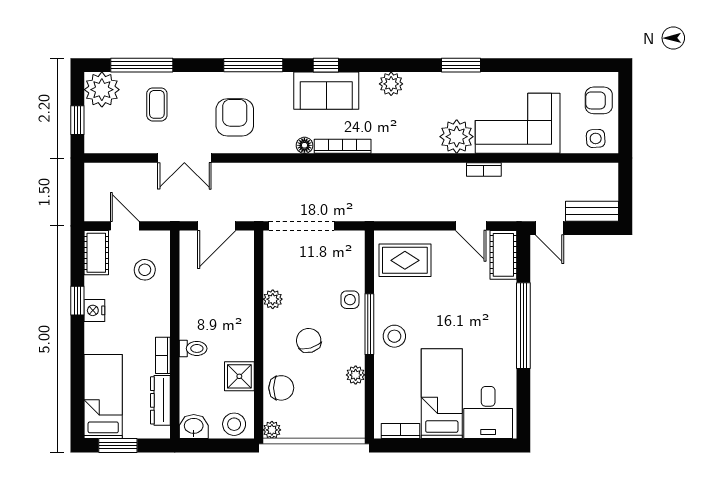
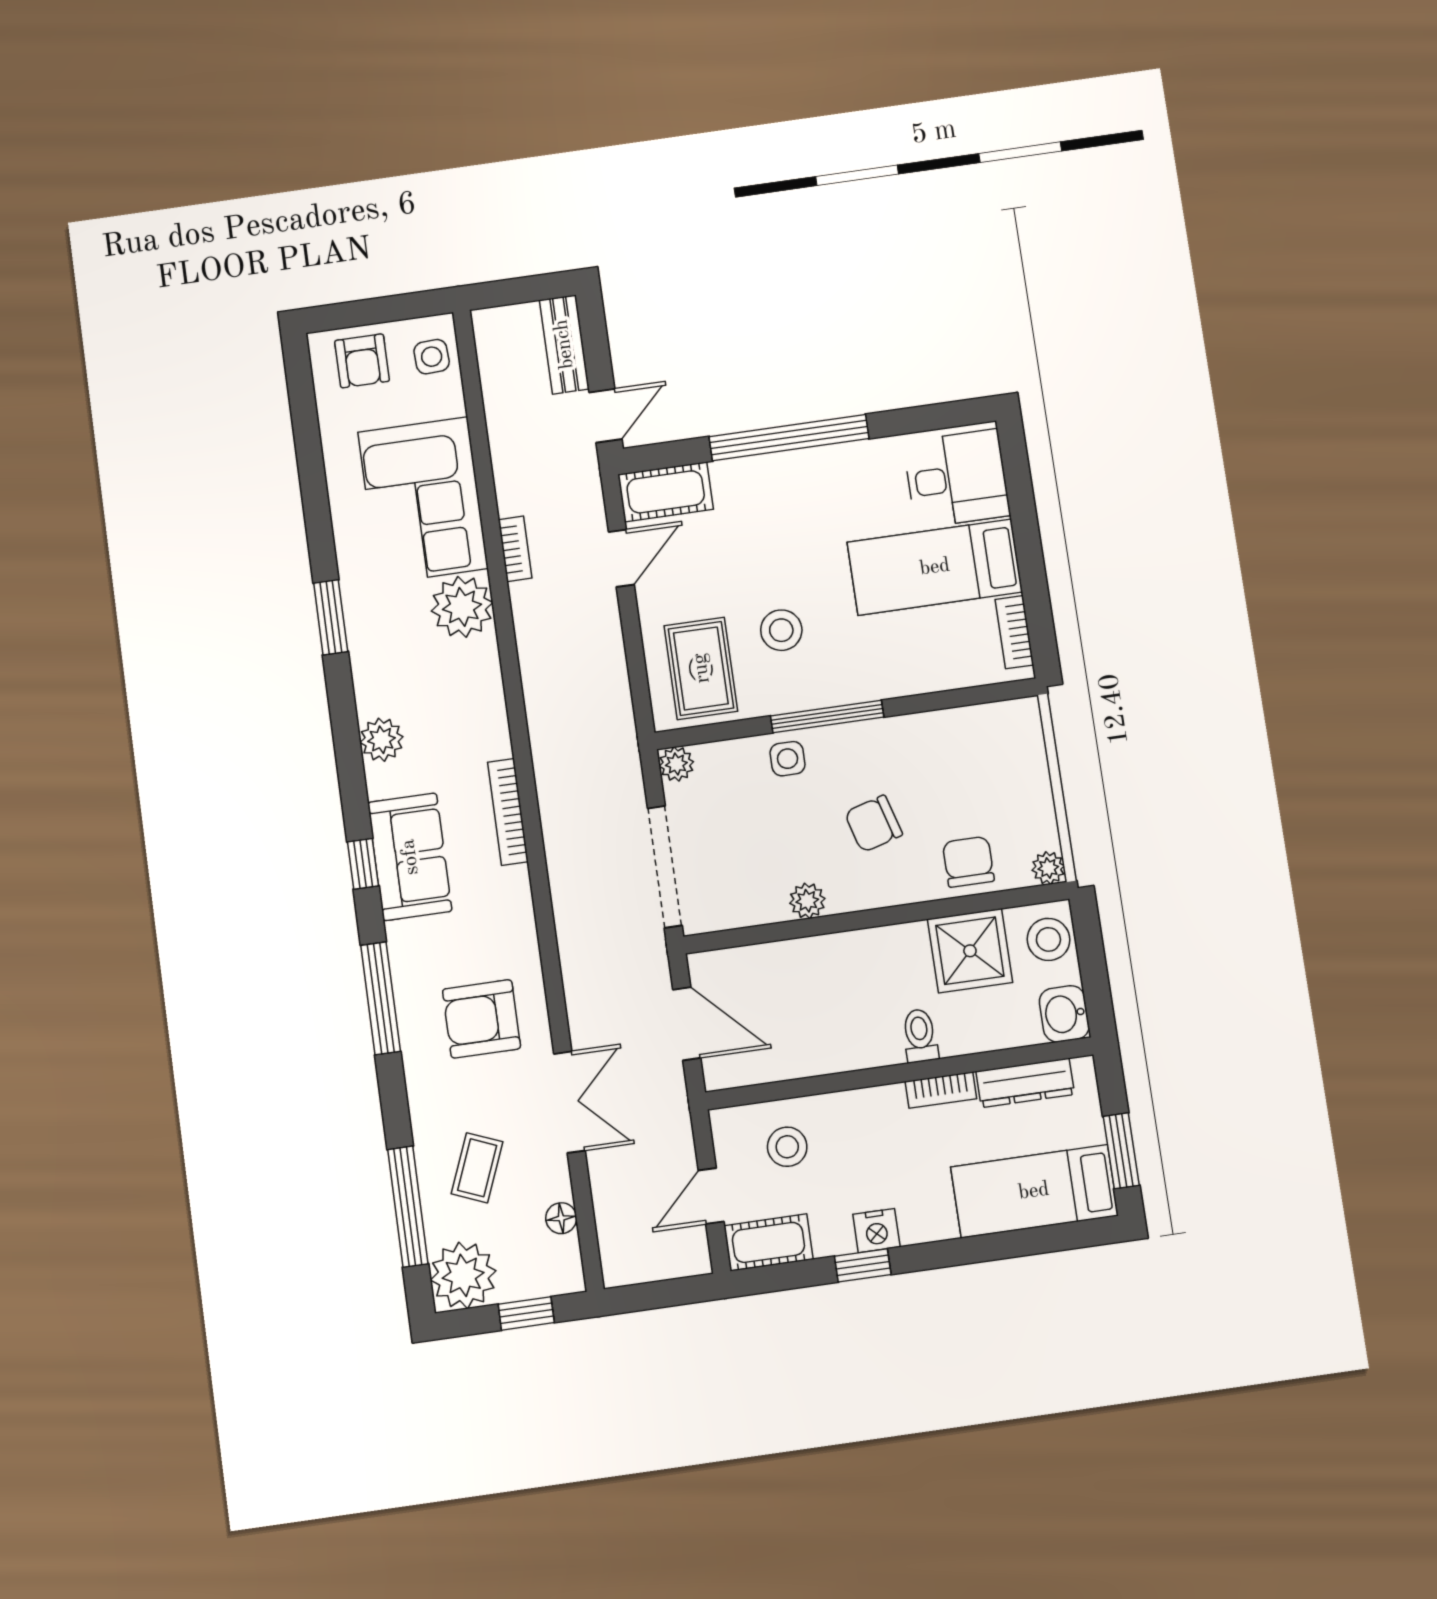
coffee table: (157, 104) -> (477, 1168), turned -68
floor lamp: (304, 145) -> (561, 1218), moved
stool: (394, 336) -> (781, 630), moved
plant: (356, 375) -> (676, 764), moved
shower: (239, 376) -> (970, 951), width x1.36, depth x1.36

